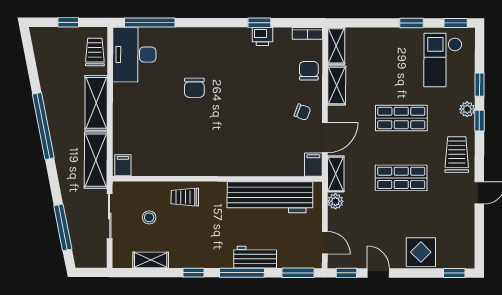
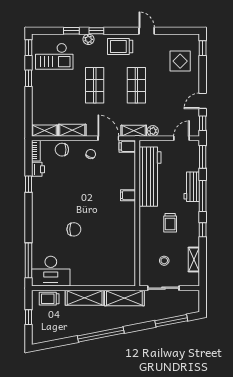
printer: (262, 36) -> (38, 169), moved
filing cabinet: (123, 165) -> (128, 195), moved
trolley: (185, 197) -> (170, 223), moved
display table: (421, 252) -> (180, 61), moved

